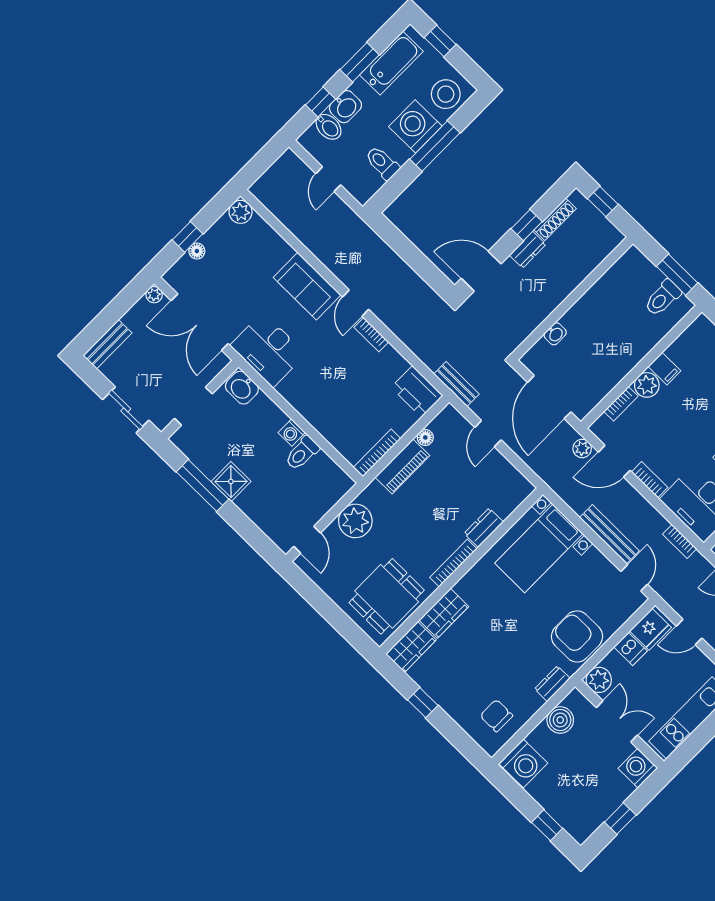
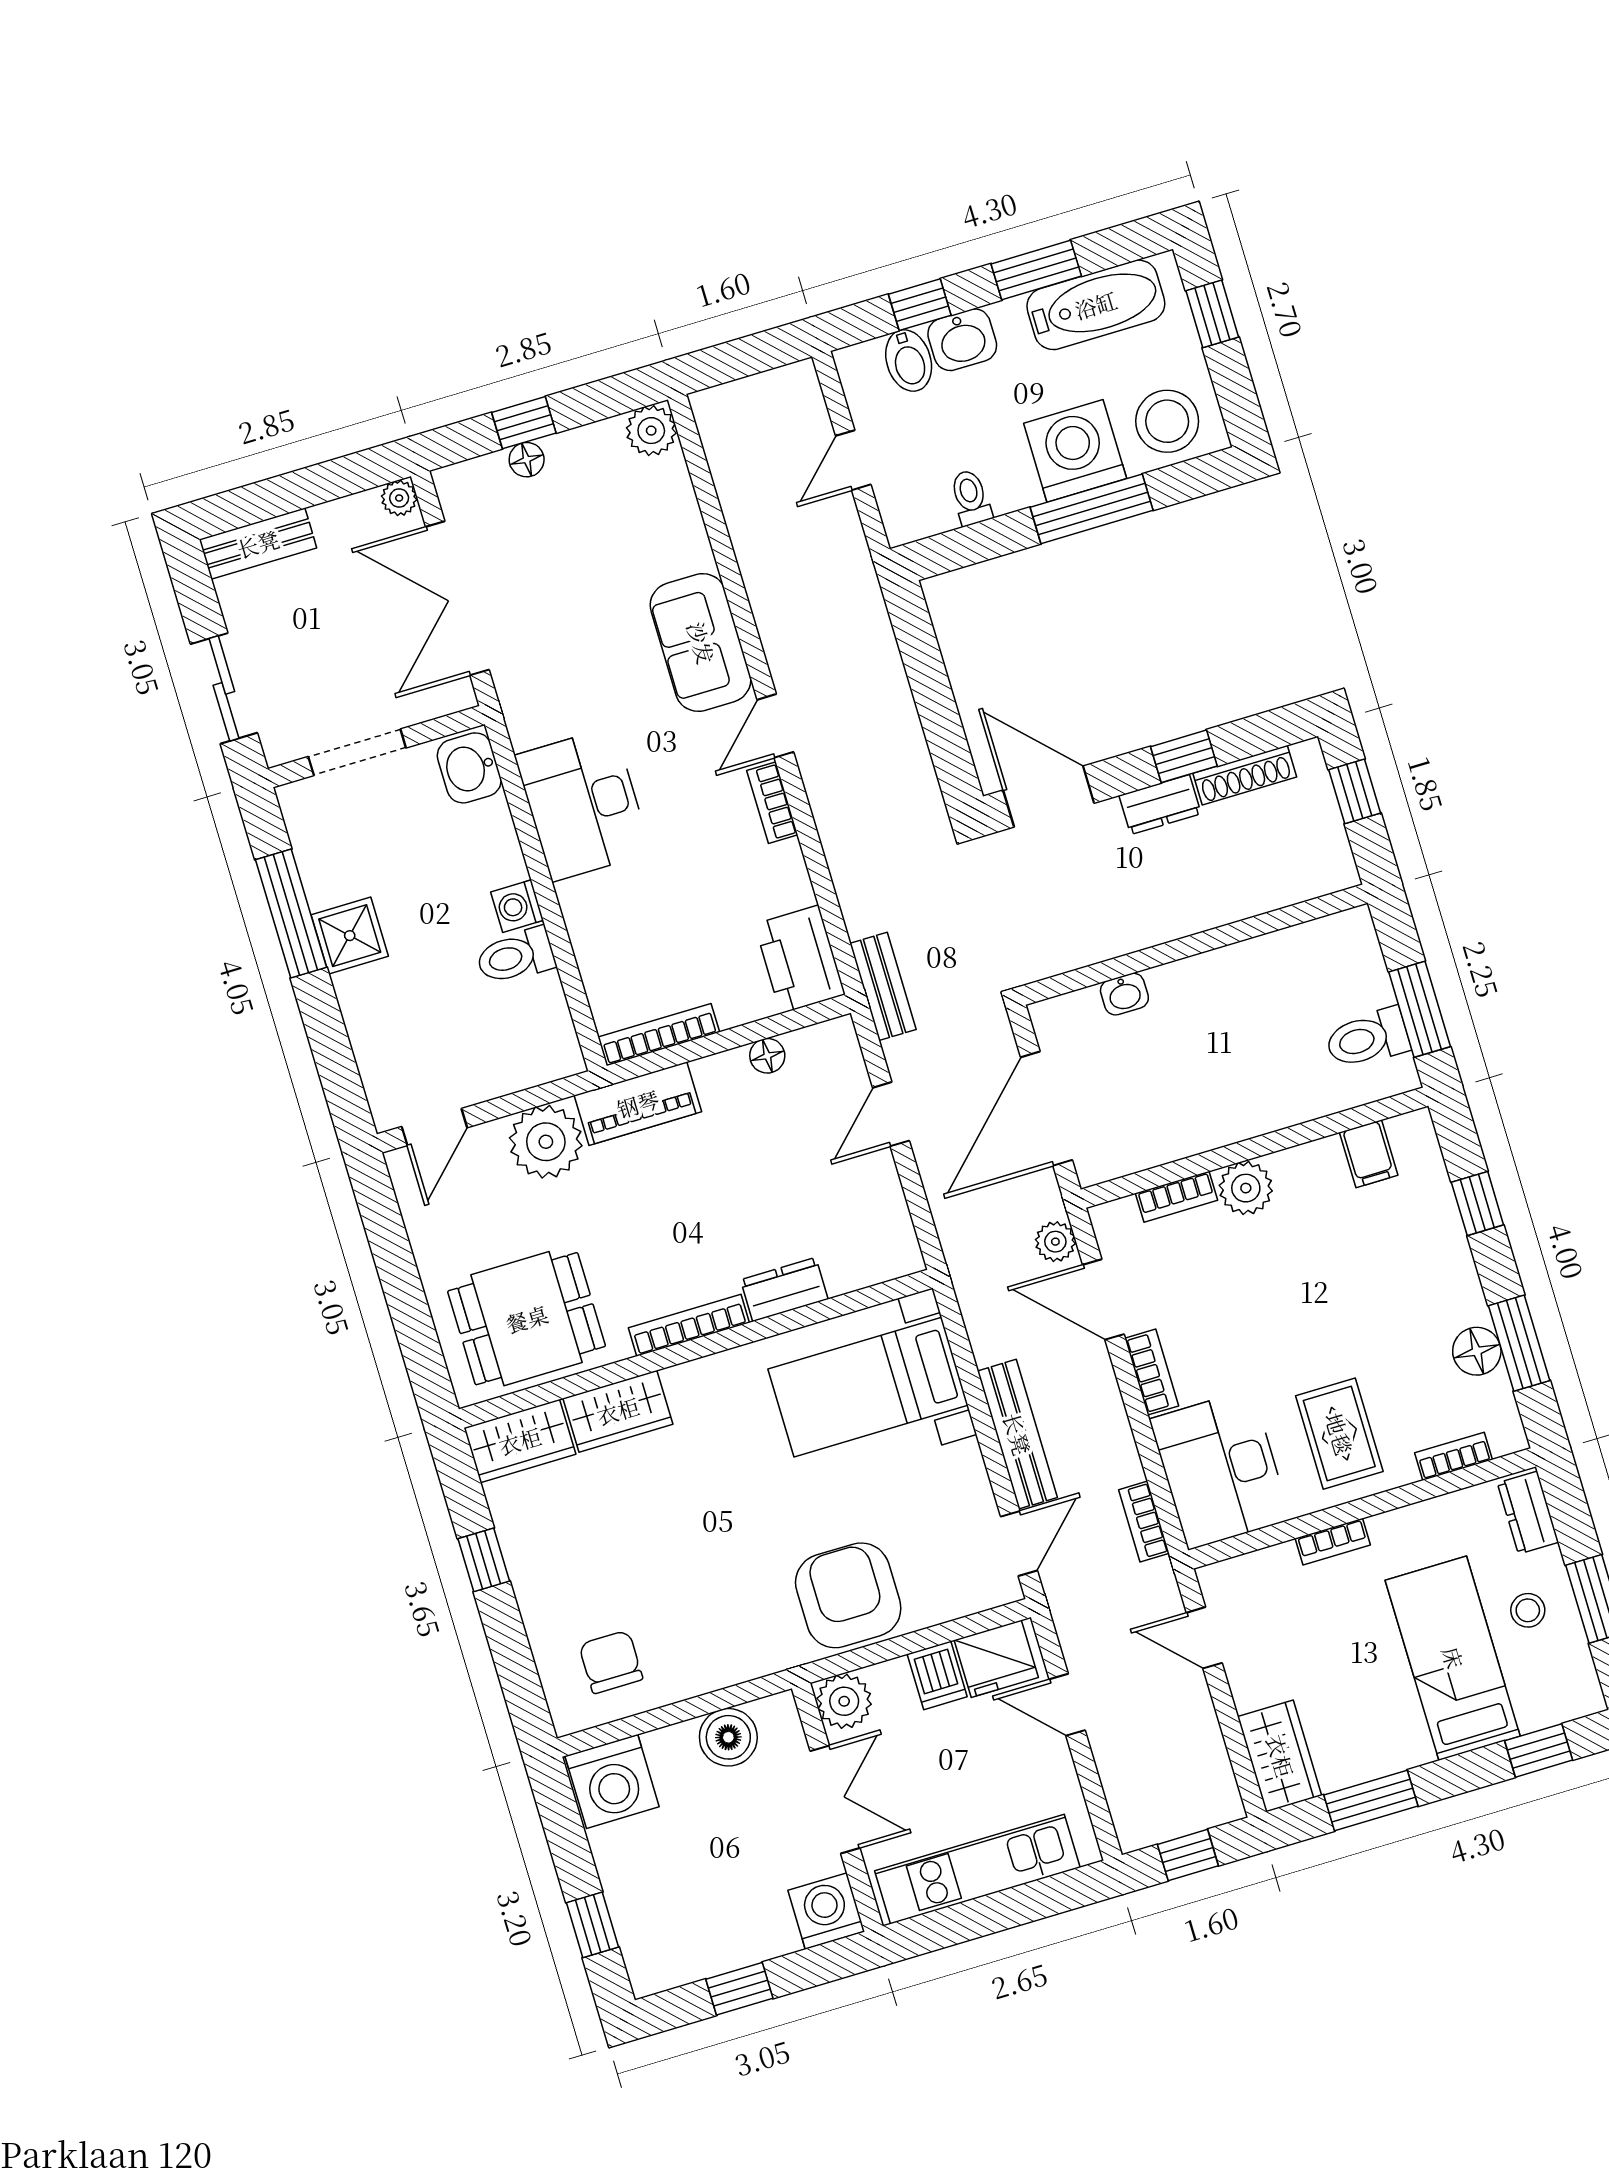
toilet: (382, 163) -> (971, 498), width x0.73, depth x0.72
desk: (268, 350) -> (583, 804), moved
filing cabinet: (664, 369) -> (1369, 1154), moved
piano: (402, 466) -> (638, 1104), moved
dresser: (552, 684) -> (751, 1660), removed

